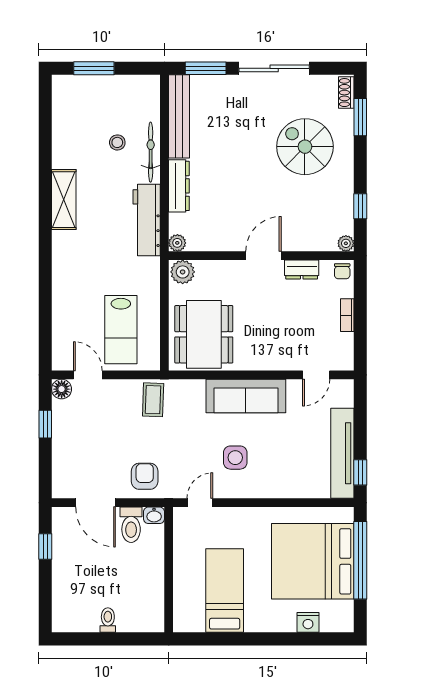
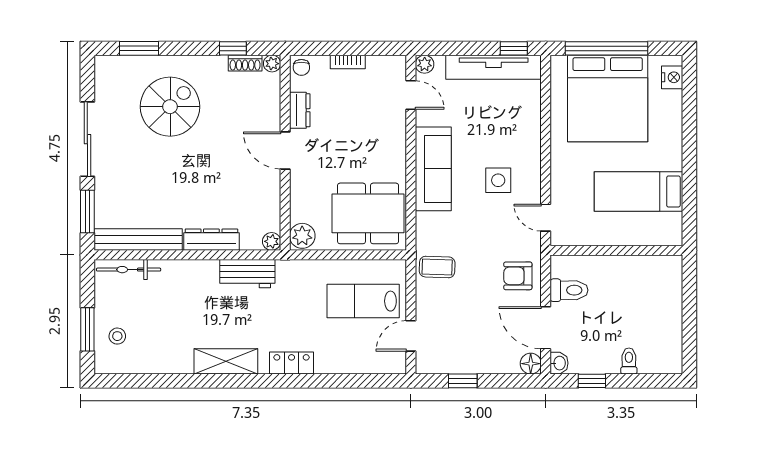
shoe rack: (346, 93) -> (245, 63), moved
stool: (117, 142) -> (117, 336), moved
spiral stairs: (305, 147) -> (170, 107), turned 180
bicycle: (151, 152) -> (129, 270), moved
workbench: (147, 220) -> (247, 274), width x0.73
locker: (62, 262) -> (292, 363), added
chair: (342, 271) -> (301, 67), turned 90
lab bench: (121, 330) -> (363, 301), turned 180
plant: (345, 388) -> (425, 64), added
floor lamp: (62, 389) -> (531, 364), moved
door: (95, 503) -> (546, 328), swing flipped
washbasin: (154, 515) -> (559, 363), moved
toilet: (108, 620) -> (629, 361), moved, turned 90
nightstand: (308, 622) -> (672, 77), moved

